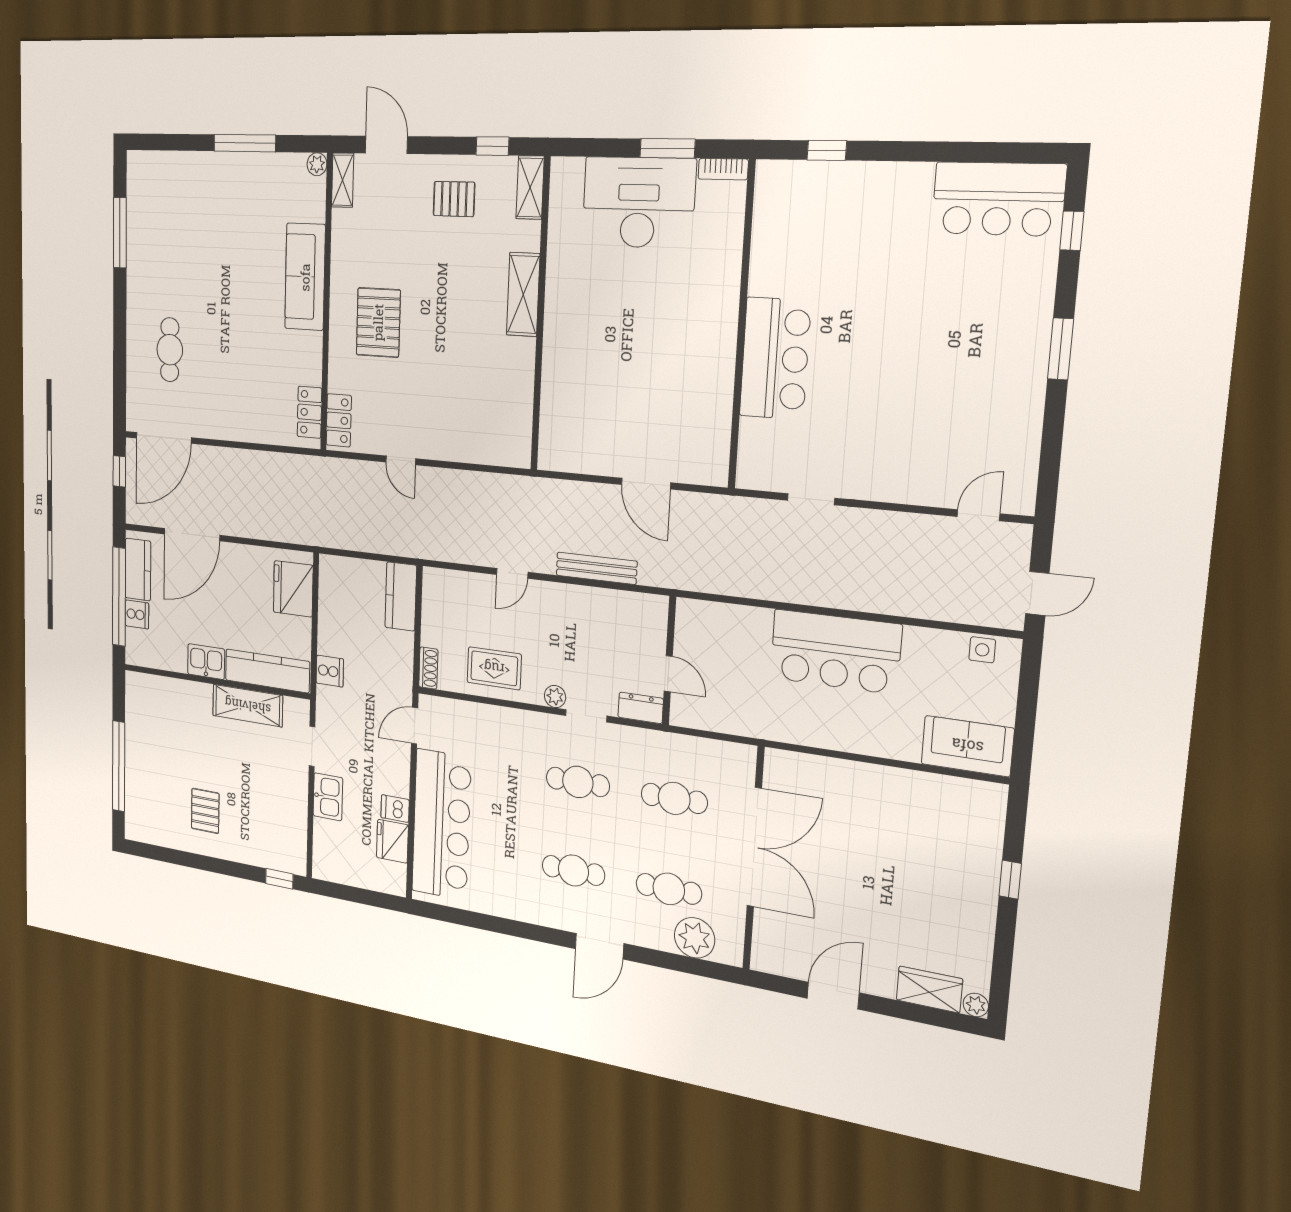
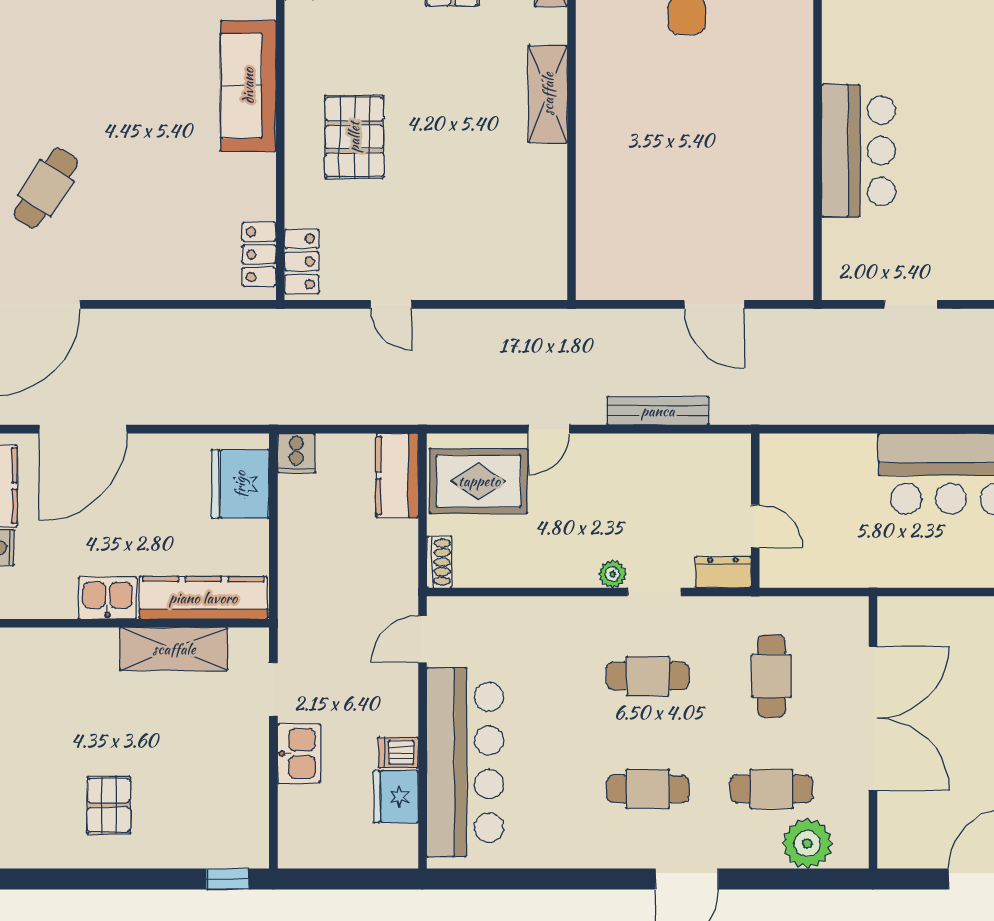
cafe table: (170, 350) -> (46, 188), turned 33
rug: (494, 668) -> (479, 481), moved, width x1.36, depth x1.43
cooker: (330, 671) -> (296, 453), moved, turned 90
cafe table: (674, 798) -> (771, 676), turned 90

